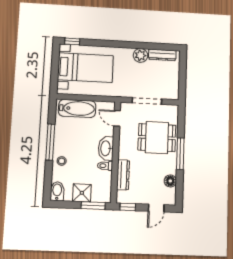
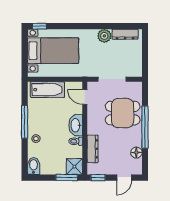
window: (180, 154) -> (145, 127), width x1.46
shower: (82, 193) -> (74, 167), moved

